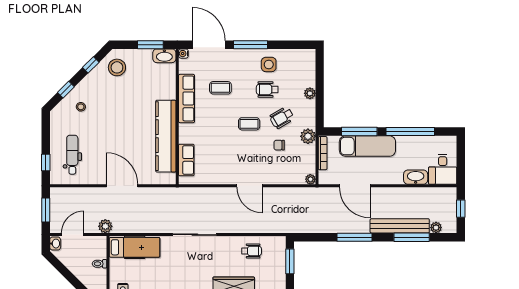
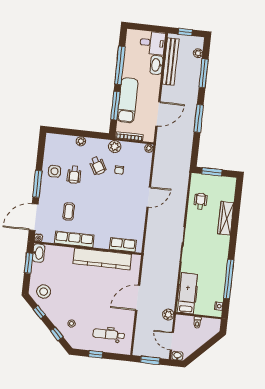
coffee table: (249, 124) -> (100, 192), removed
window: (46, 162) -> (96, 354), moved
bench: (400, 226) -> (171, 62), moved

